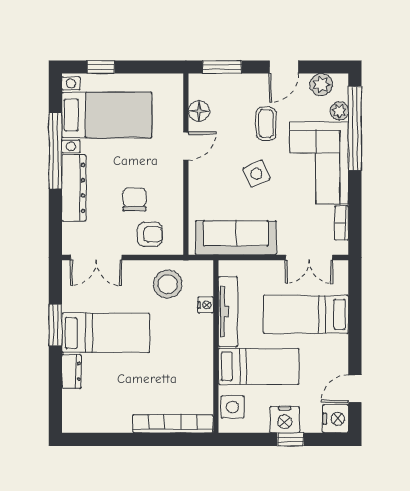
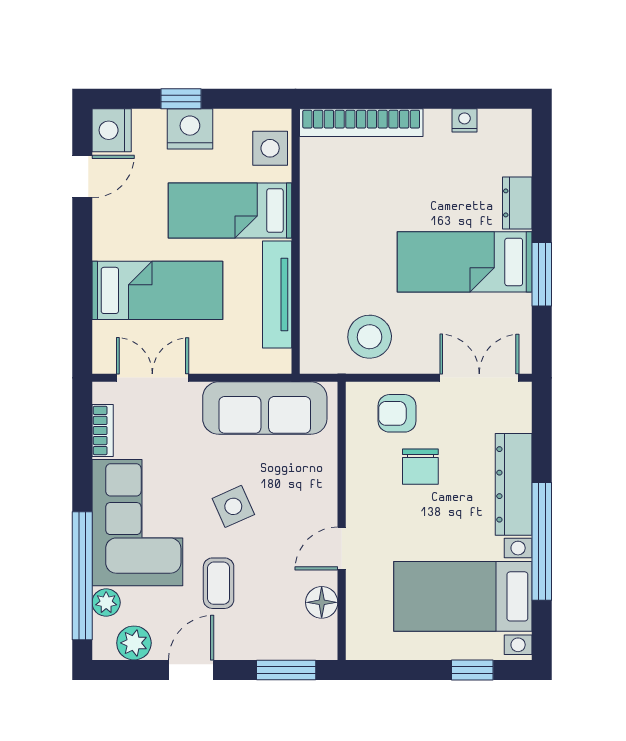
nightstand: (206, 305) -> (464, 120), moved, turned 90

